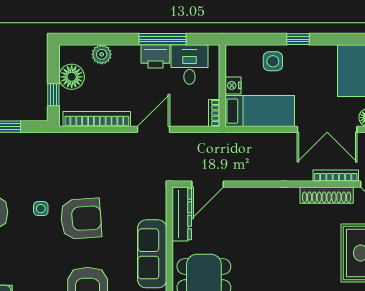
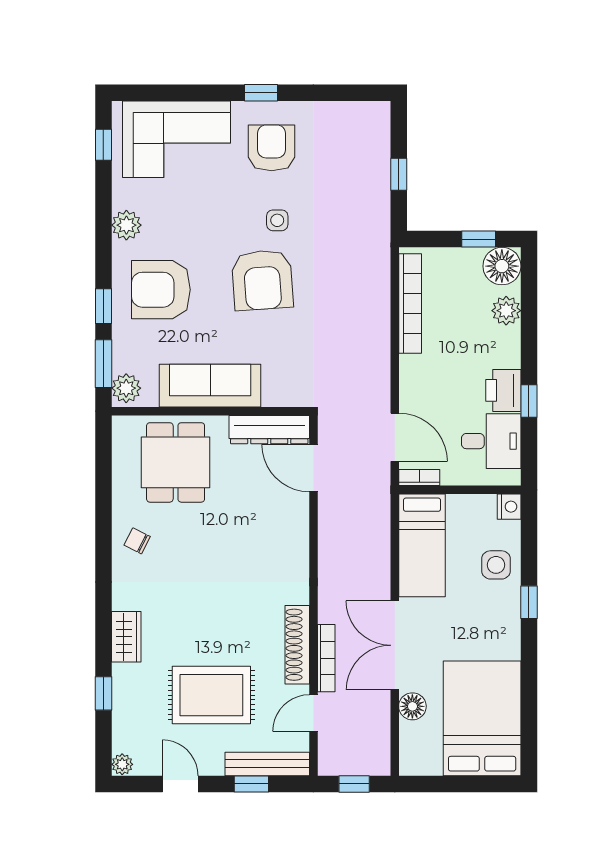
window: (162, 39) -> (529, 401), width x0.46
floor lamp: (72, 77) -> (502, 266), moved
nightstand: (233, 85) -> (509, 507), moved, turned 90
window: (53, 95) -> (479, 239), moved
door: (153, 129) -> (395, 437), moved

